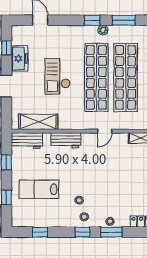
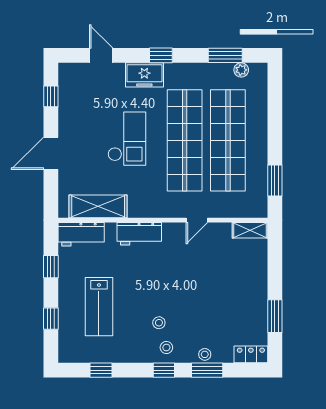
window: (92, 20) -> (161, 55), moved
plant: (103, 30) -> (241, 70), moved
freezer: (20, 58) -> (144, 75), moved, turned 90
checkout: (58, 76) -> (127, 139), turned 180
lab bench: (39, 189) -> (99, 307), turned -90

